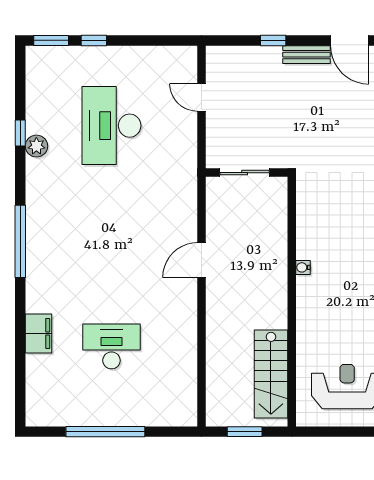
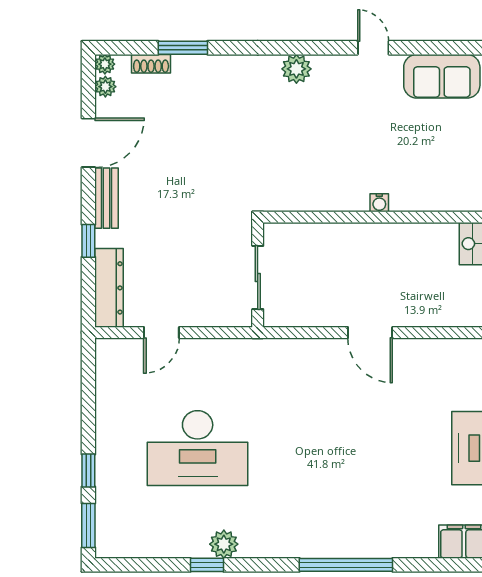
dresser: (236, 57) -> (109, 288), added

